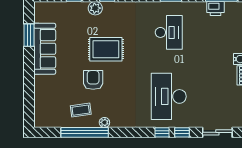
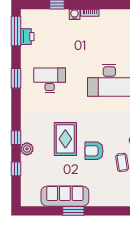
window: (29, 35) -> (73, 211), moved

